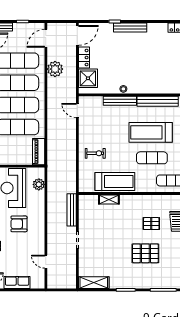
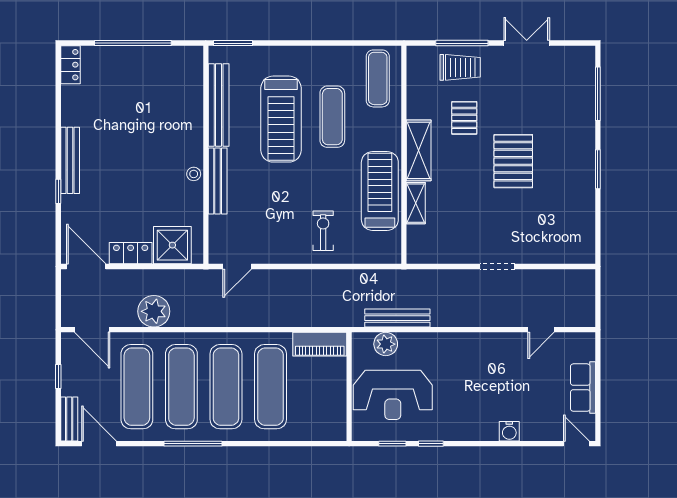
bench: (72, 210) -> (397, 318), moved
armchair: (19, 224) -> (465, 384), removed
pallet: (145, 253) -> (513, 161), moved
shelving: (94, 283) -> (419, 150), moved

